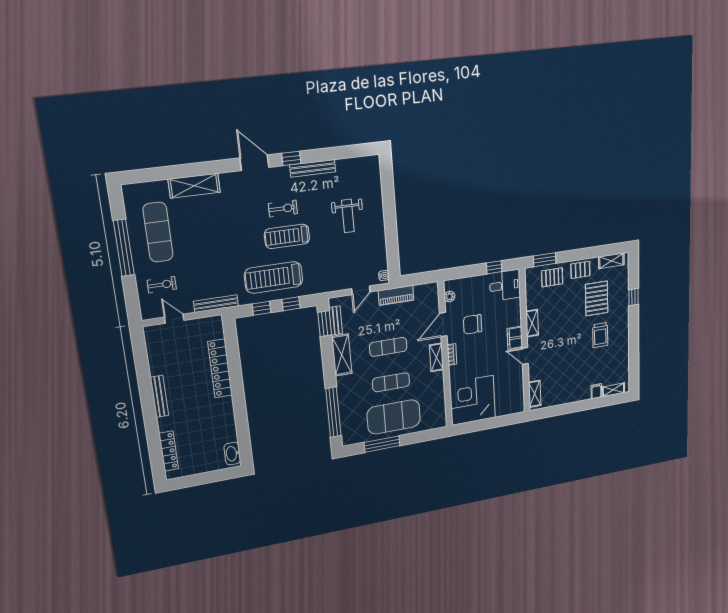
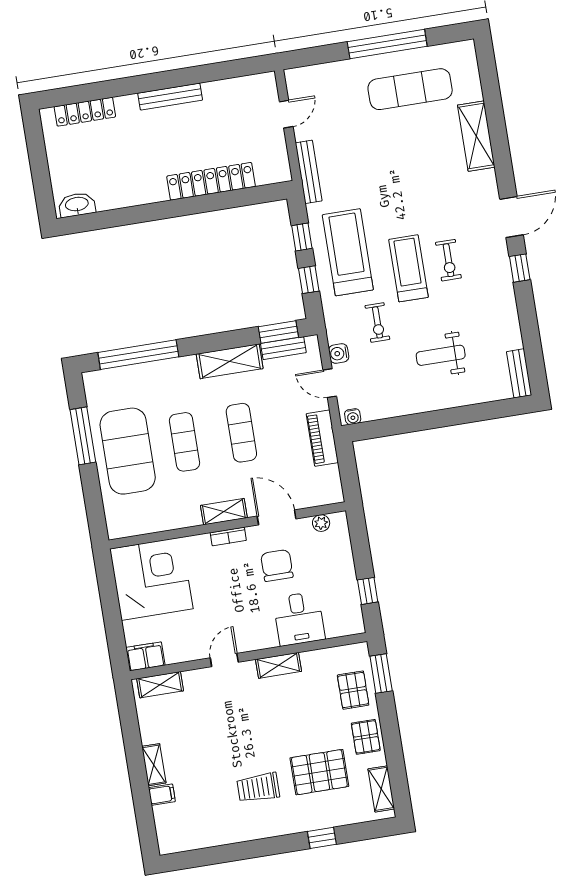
bench: (313, 168) -> (519, 373), moved, width x0.73
water cooler: (342, 284) -> (339, 353), added
exercise bike: (162, 285) -> (377, 322), moved
desk: (505, 285) -> (299, 619), moved
filing cabinet: (515, 338) -> (145, 656), moved
shelving: (613, 390) -> (154, 765), moved

